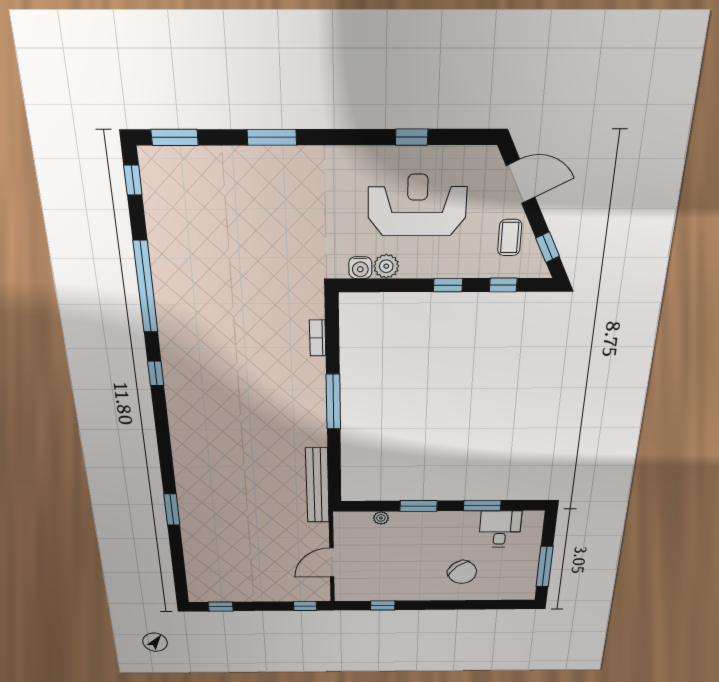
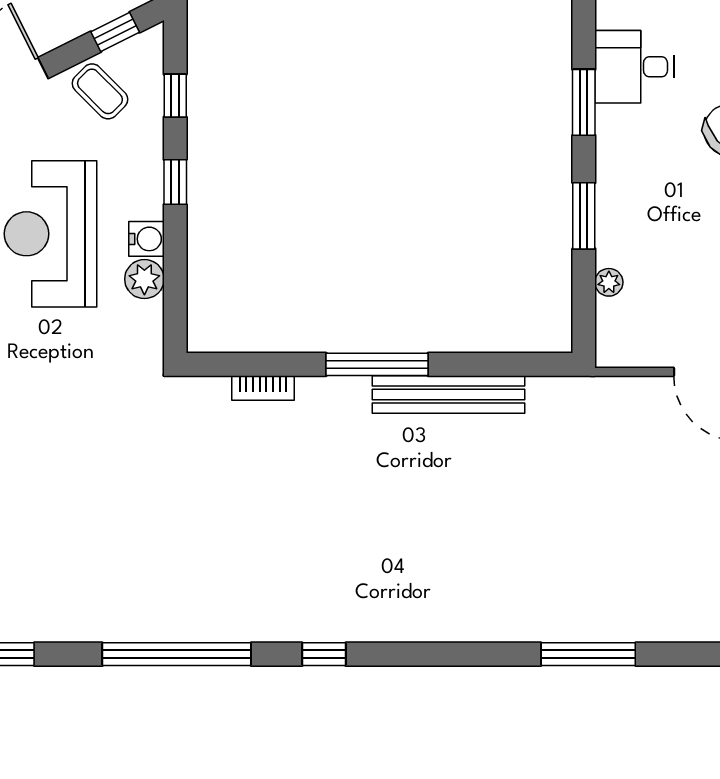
coffee table: (510, 238) -> (100, 91), turned 45
water cooler: (360, 268) -> (146, 239), moved
bench: (317, 486) -> (449, 394), moved
window: (172, 509) -> (588, 654), width x1.44

